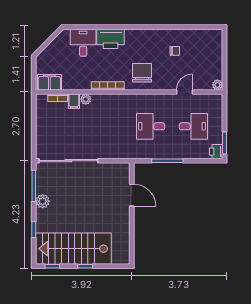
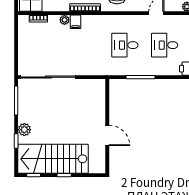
filing cabinet: (74, 101) -> (76, 22), moved
desk: (193, 126) -> (165, 45), turned 180
door: (132, 195) -> (107, 135), moved
plant: (43, 201) -> (24, 130), moved

